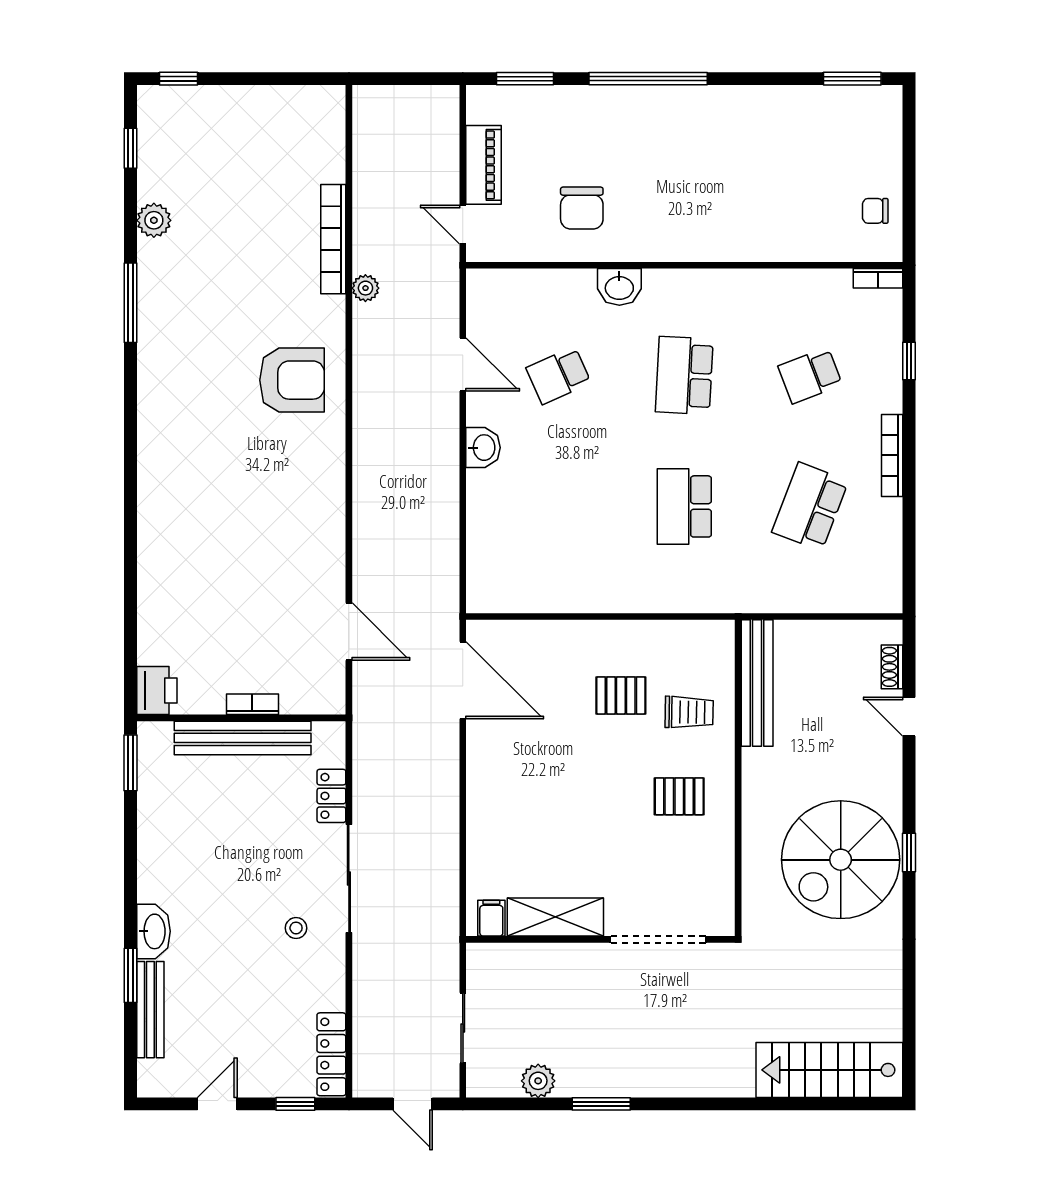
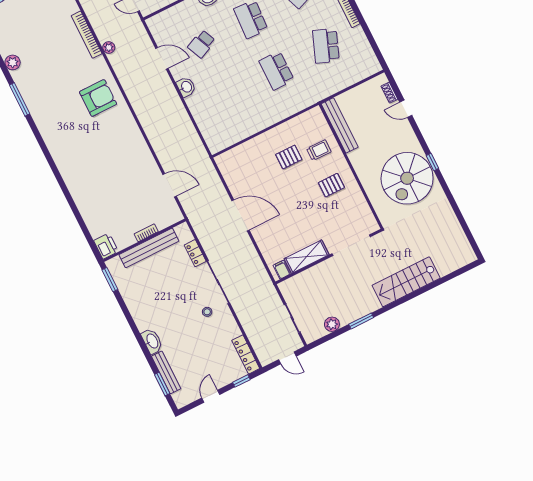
door: (463, 680) -> (241, 215), moved
window: (131, 975) -> (162, 384), moved
stairs: (829, 1070) -> (406, 282), moved

